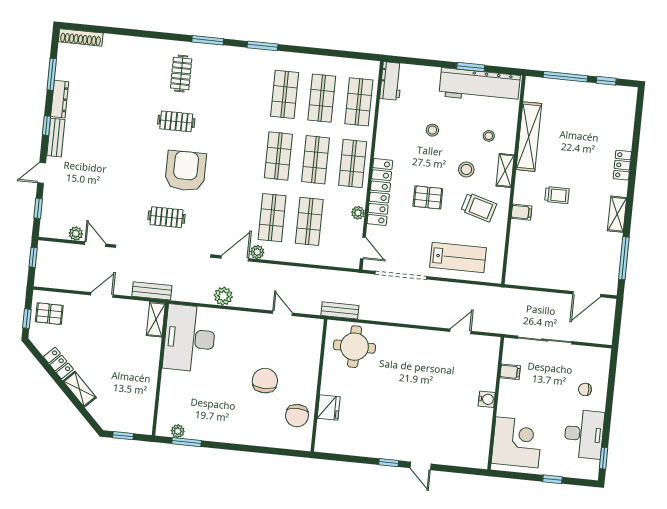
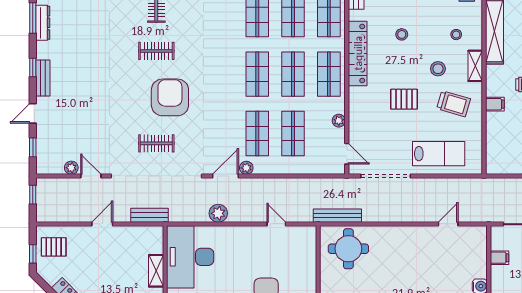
dresser: (60, 99) -> (43, 23), moved
locker: (380, 192) -> (358, 53), moved
bench: (340, 310) -> (337, 216), width x1.36
shelving: (156, 319) -> (156, 271), moved

